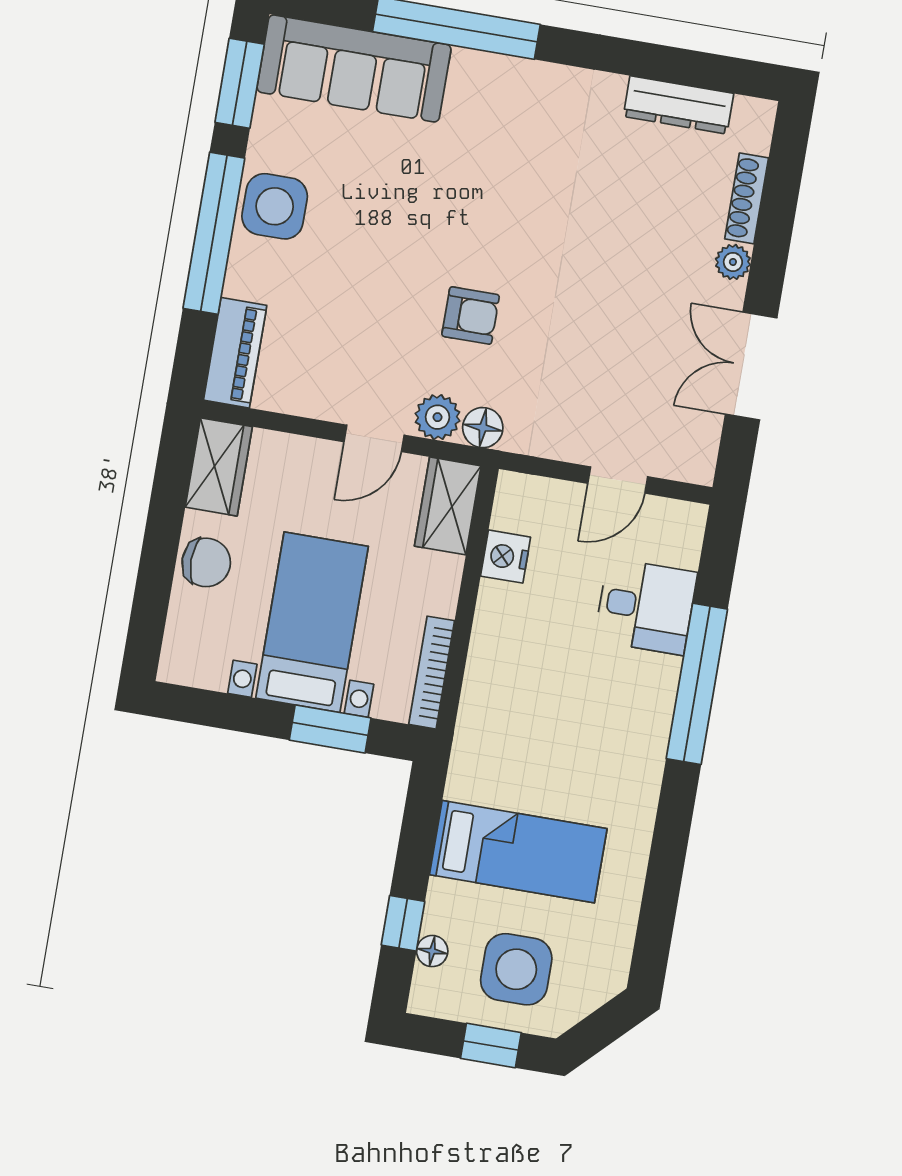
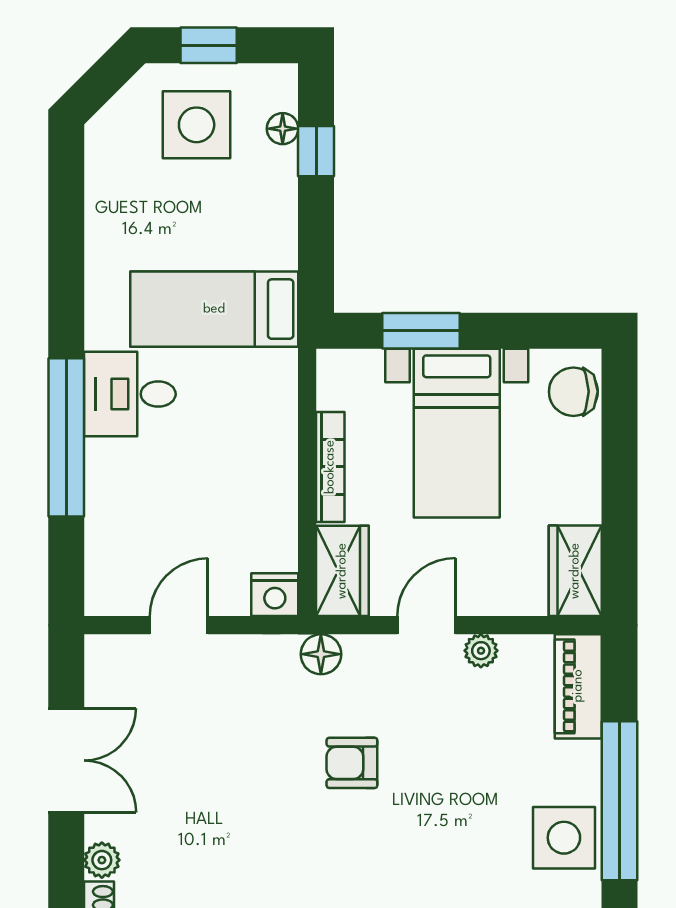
plant: (437, 417) -> (481, 651), moved, width x0.73, depth x0.73
nightstand: (506, 557) -> (275, 595), moved, turned 90
chair: (206, 562) -> (573, 392), moved
desk: (646, 606) -> (130, 394), moved
bookcase: (432, 673) -> (330, 467), moved
bed: (518, 852) -> (214, 309), moved

